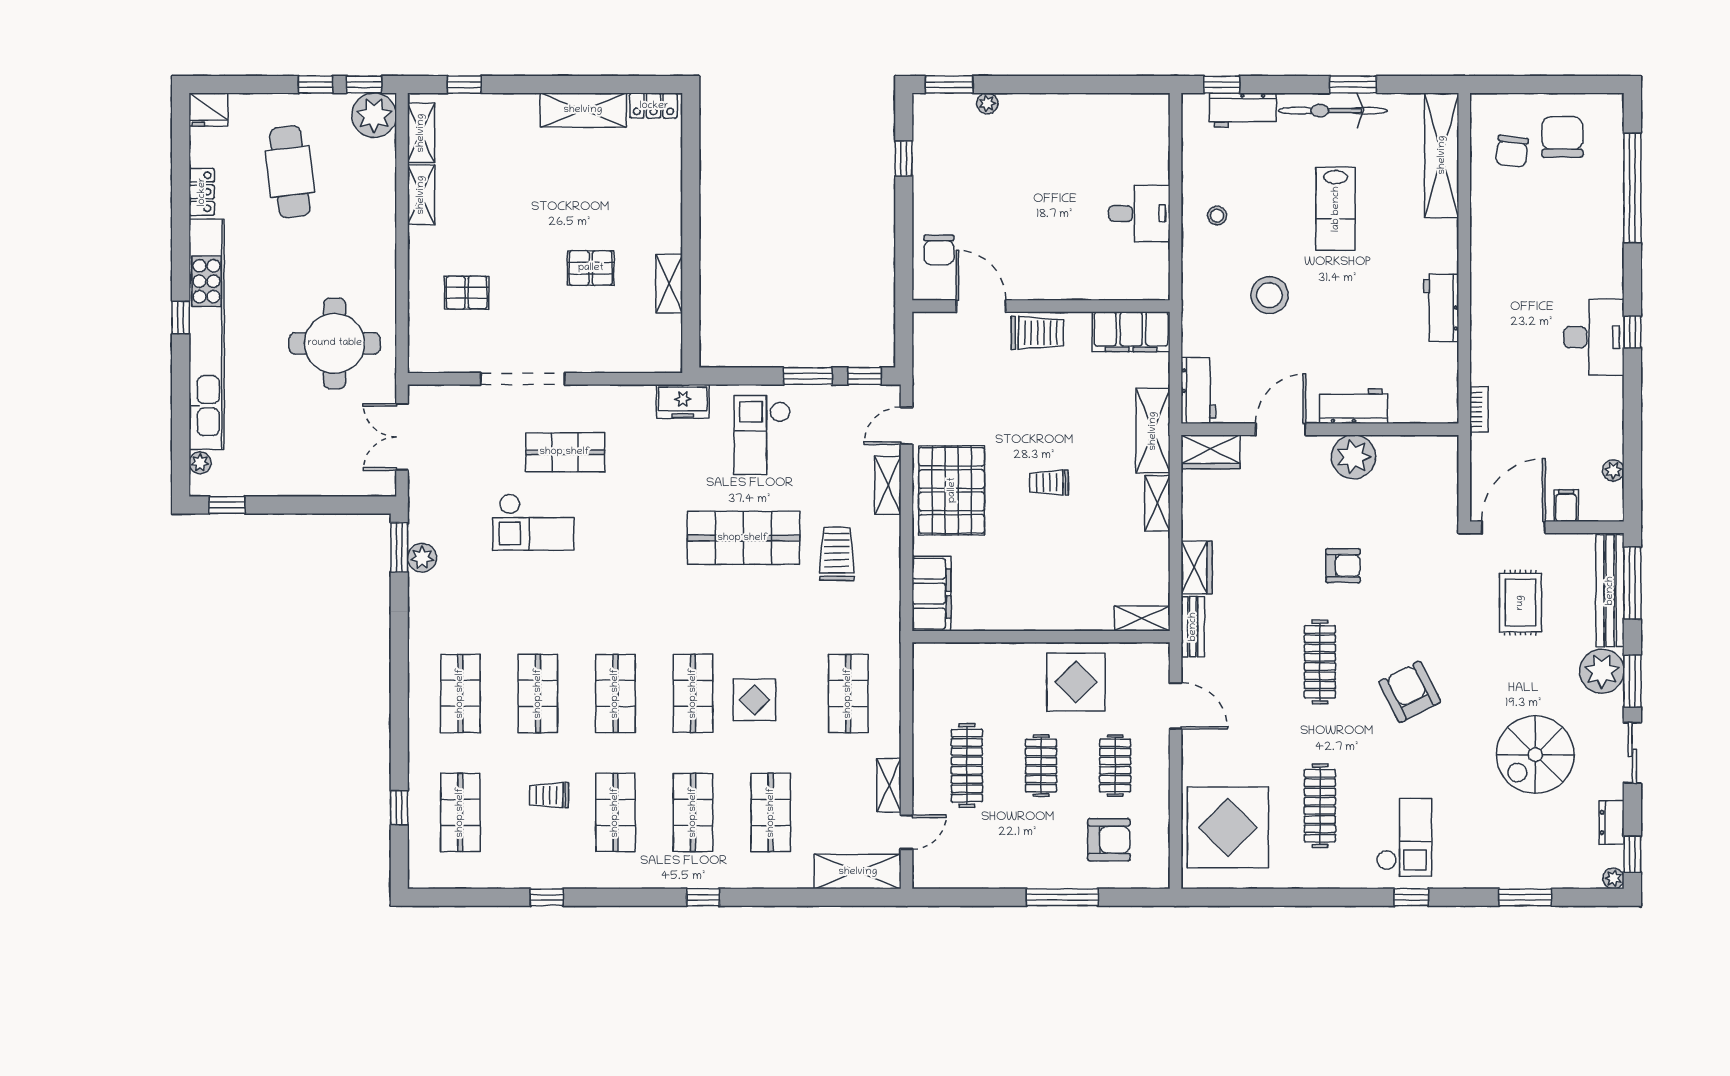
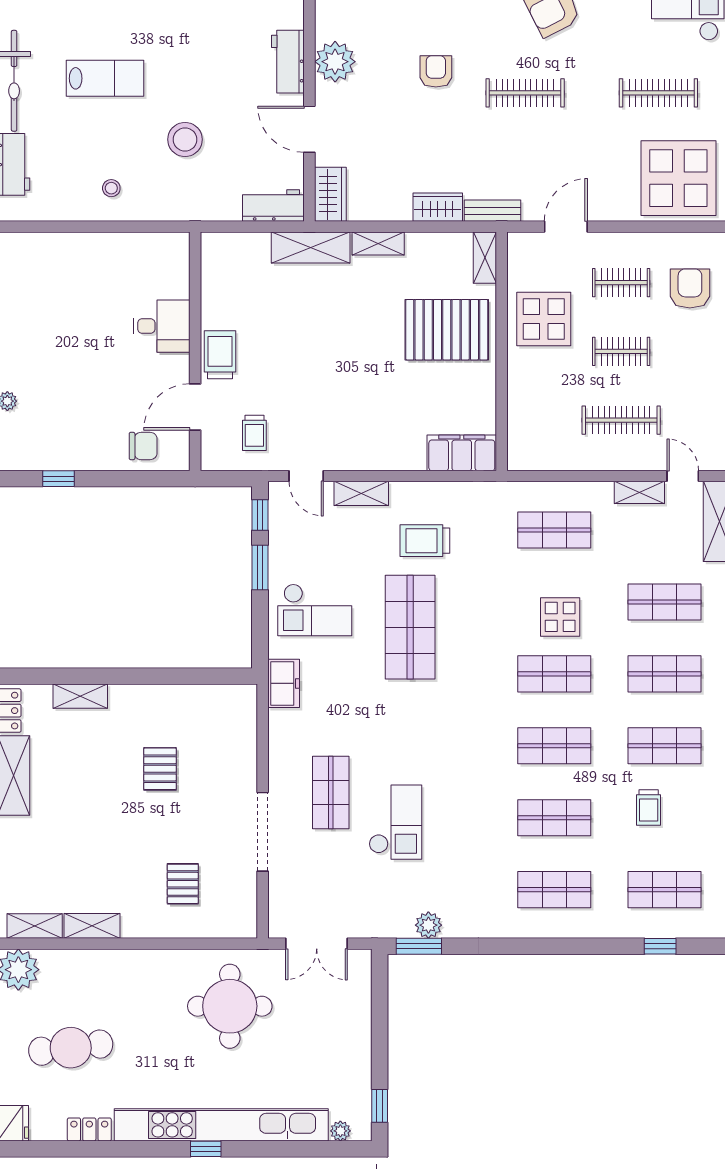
desk: (1139, 213) -> (162, 326), moved, turned 90
shelving: (669, 284) -> (80, 696), moved
filing cabinet: (1131, 332) -> (219, 268), removed
trolley: (1049, 482) -> (254, 433), moved
pallet: (952, 490) -> (447, 330), moved

